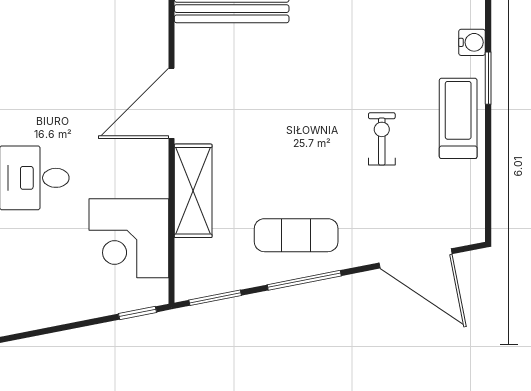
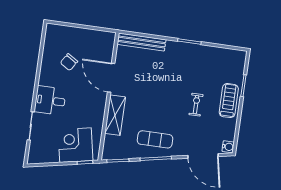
water cooler: (472, 42) -> (228, 147), moved
chair: (66, 80) -> (69, 62), added
door: (171, 103) -> (111, 78), hinge flipped
corner desk: (129, 238) -> (76, 145), moved, turned 79

